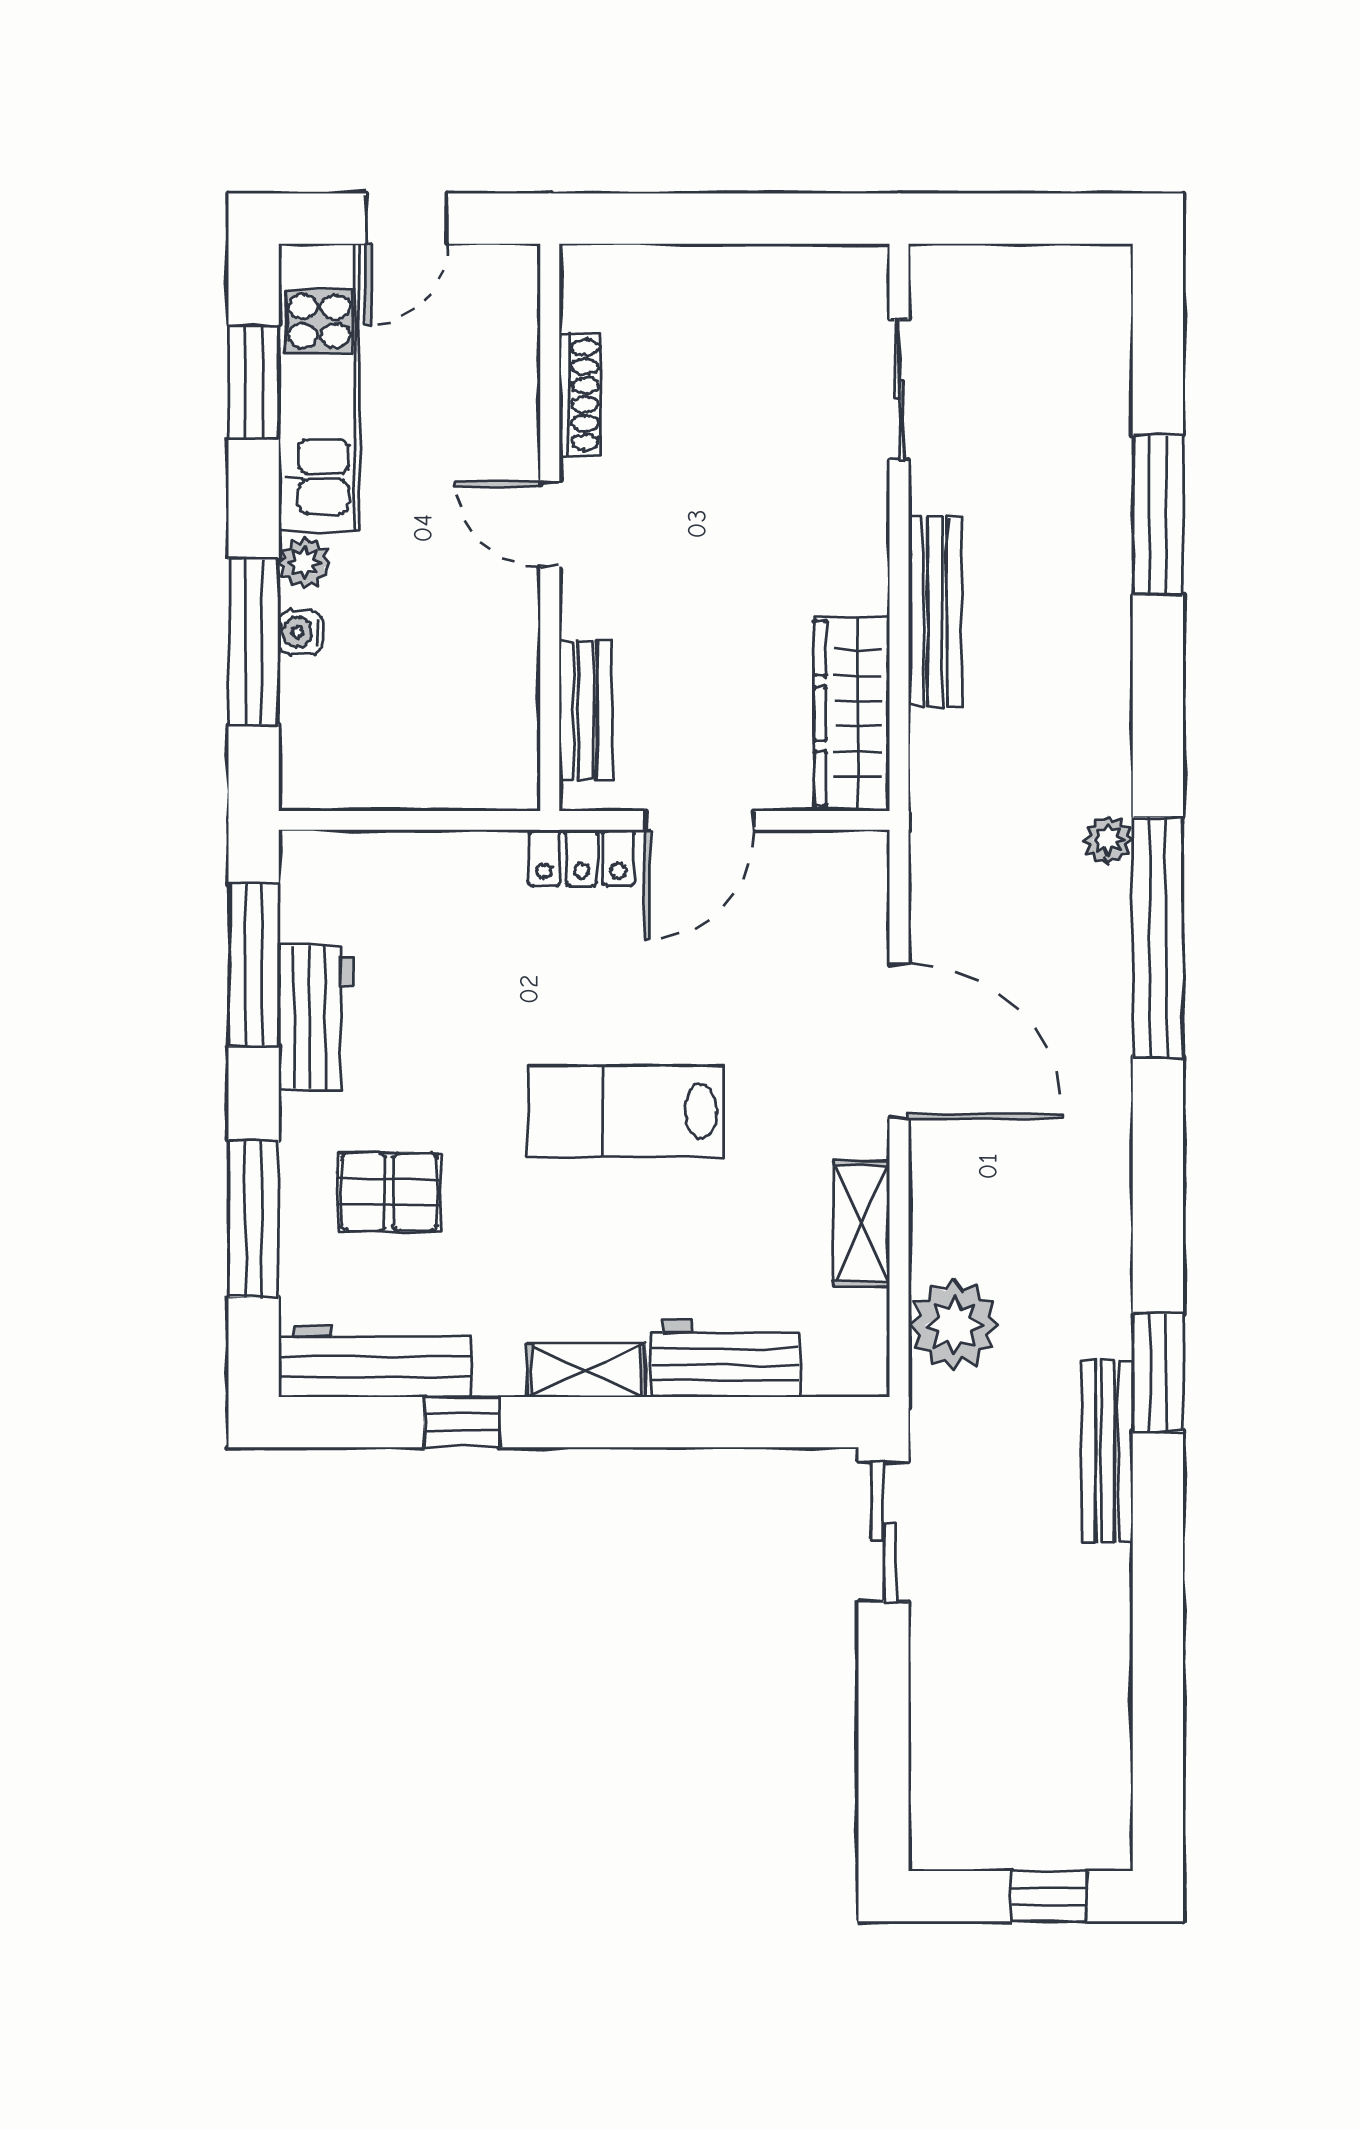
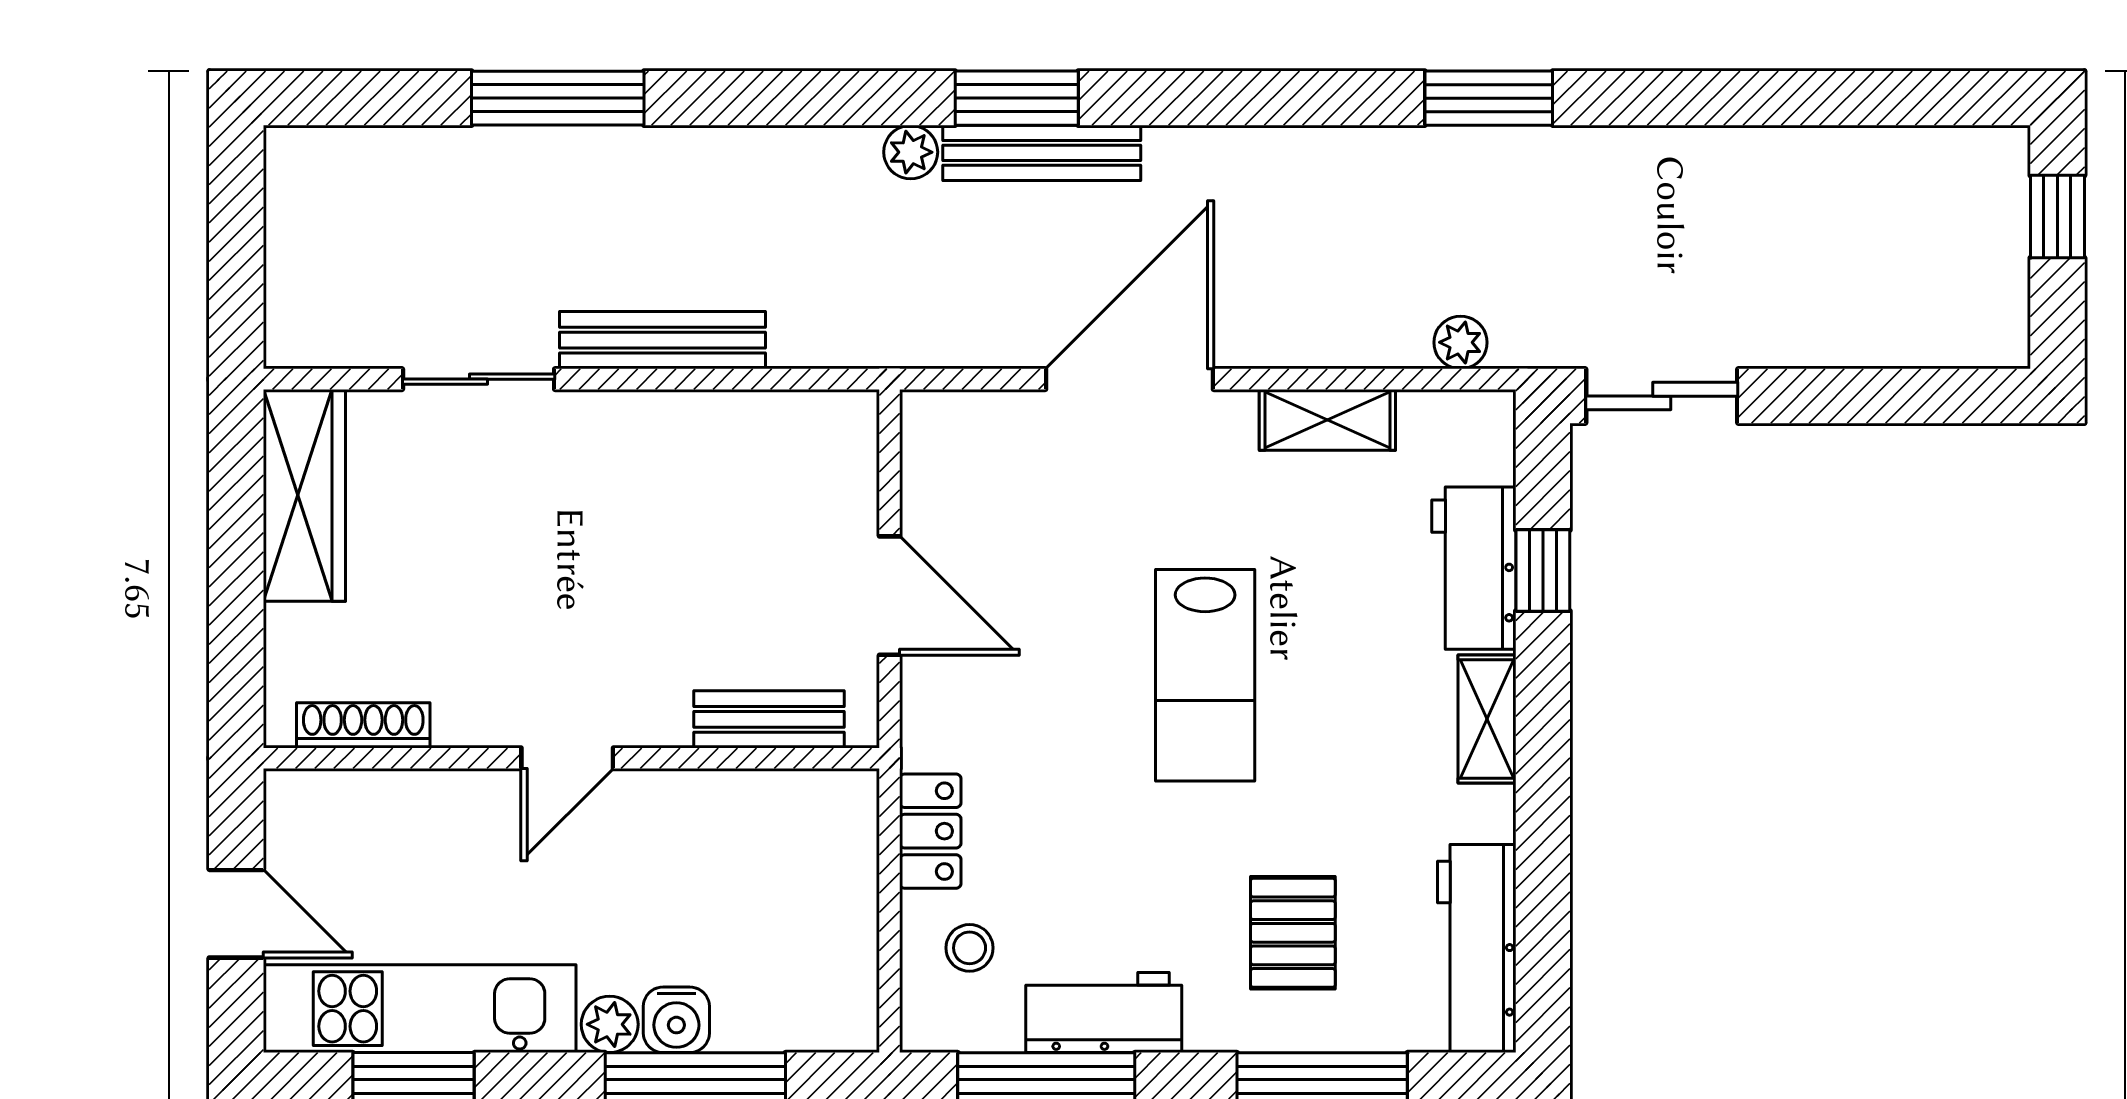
sliding door: (899, 389) -> (479, 379), moved
shoe rack: (580, 395) -> (363, 725), moved
water cooler: (301, 632) -> (676, 1020), width x1.38, depth x1.38
wardrobe: (852, 713) -> (304, 495), moved, turned -90
locker: (581, 858) -> (930, 831), moved
stool: (375, 894) -> (970, 948), added
window: (1158, 937) -> (1017, 98), width x0.47
plant: (954, 1325) -> (1461, 342), width x0.53, depth x0.53
window: (462, 1422) -> (1543, 571), moved
bench: (1107, 1452) -> (1042, 153), moved

